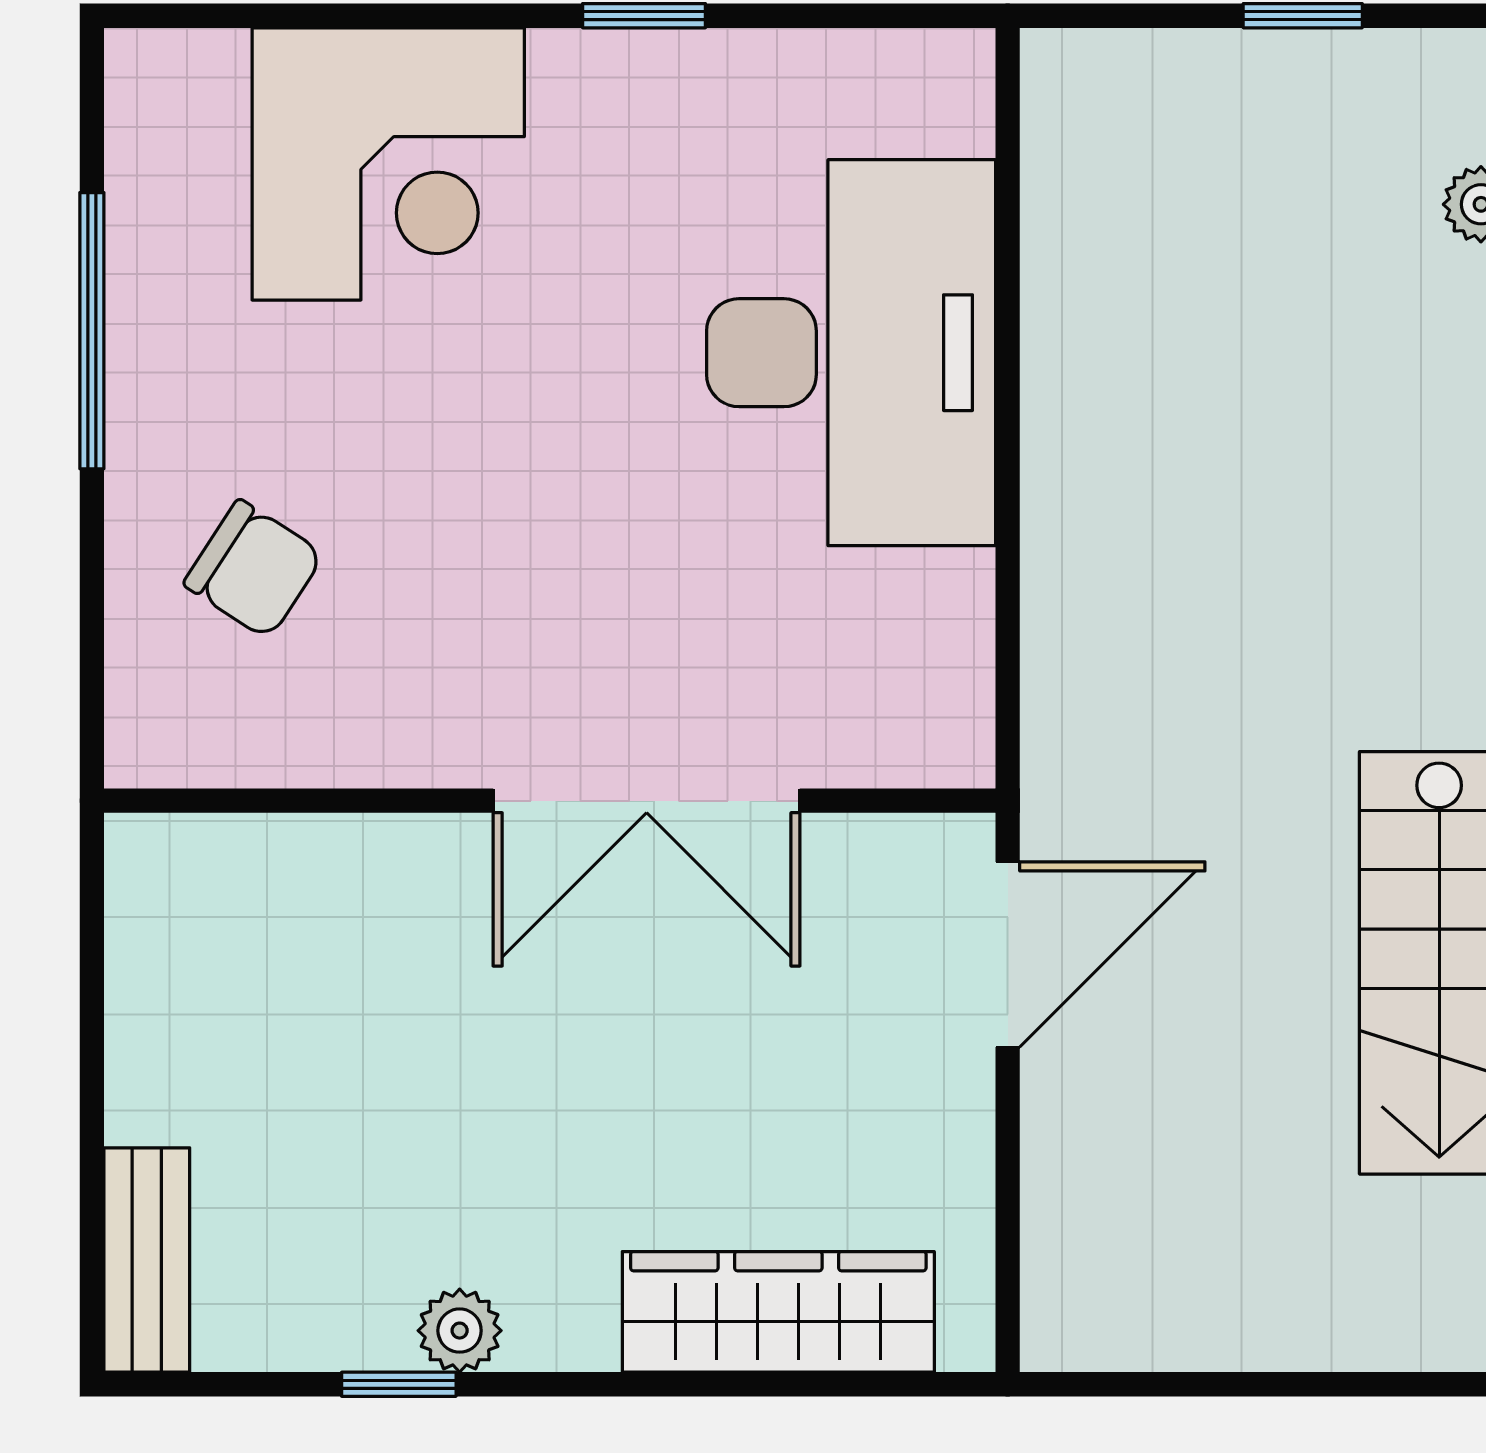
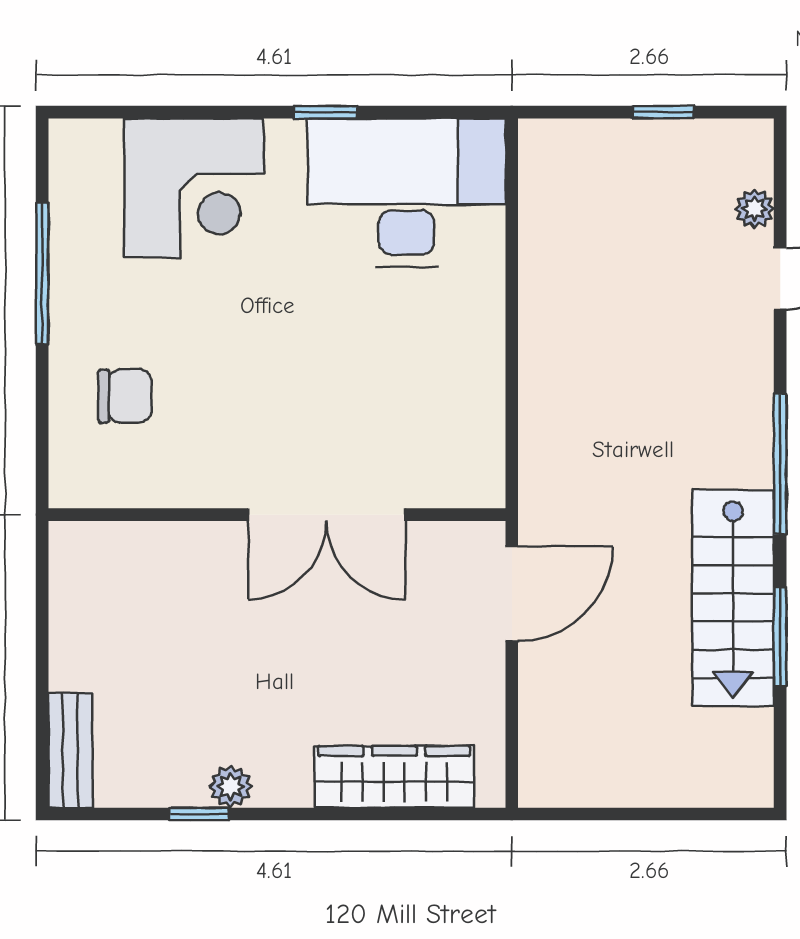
desk: (851, 353) -> (407, 192), moved, turned -90
chair: (254, 569) -> (125, 396), turned -33

